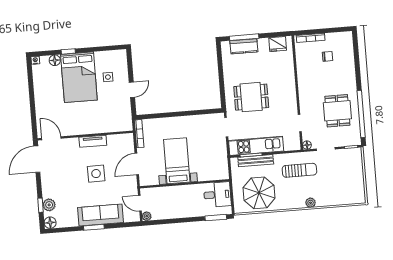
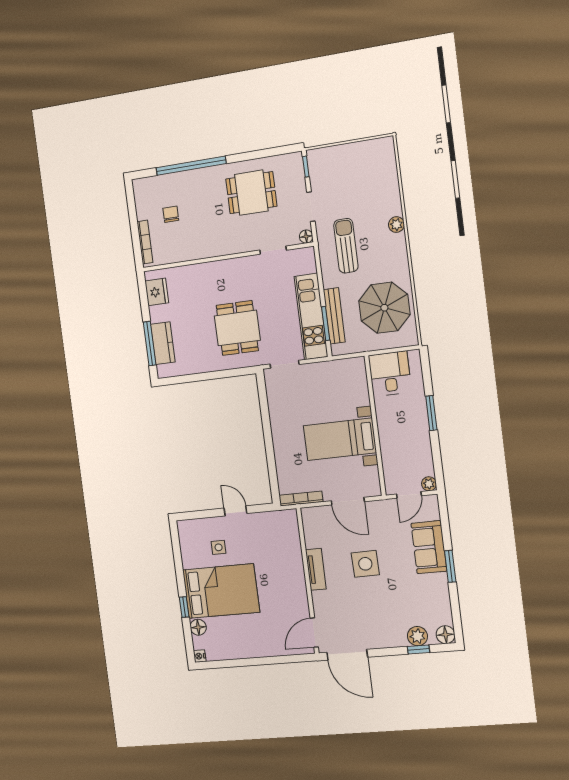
window: (361, 114) -> (191, 166), moved
sofa: (100, 215) -> (429, 547), width x0.73
window: (216, 218) -> (431, 413), moved

